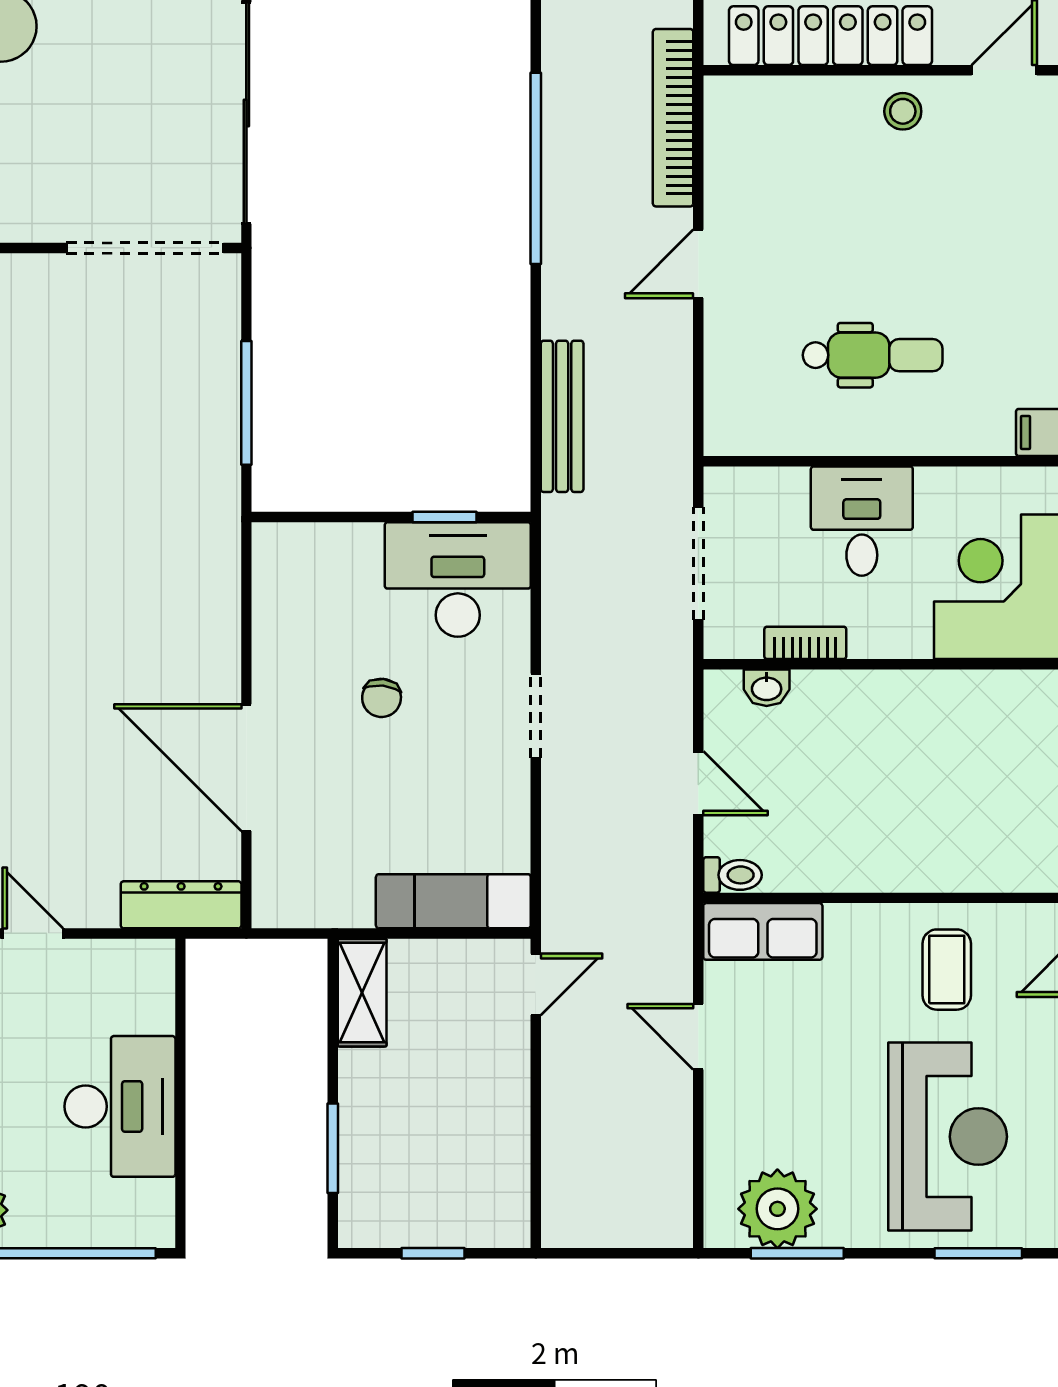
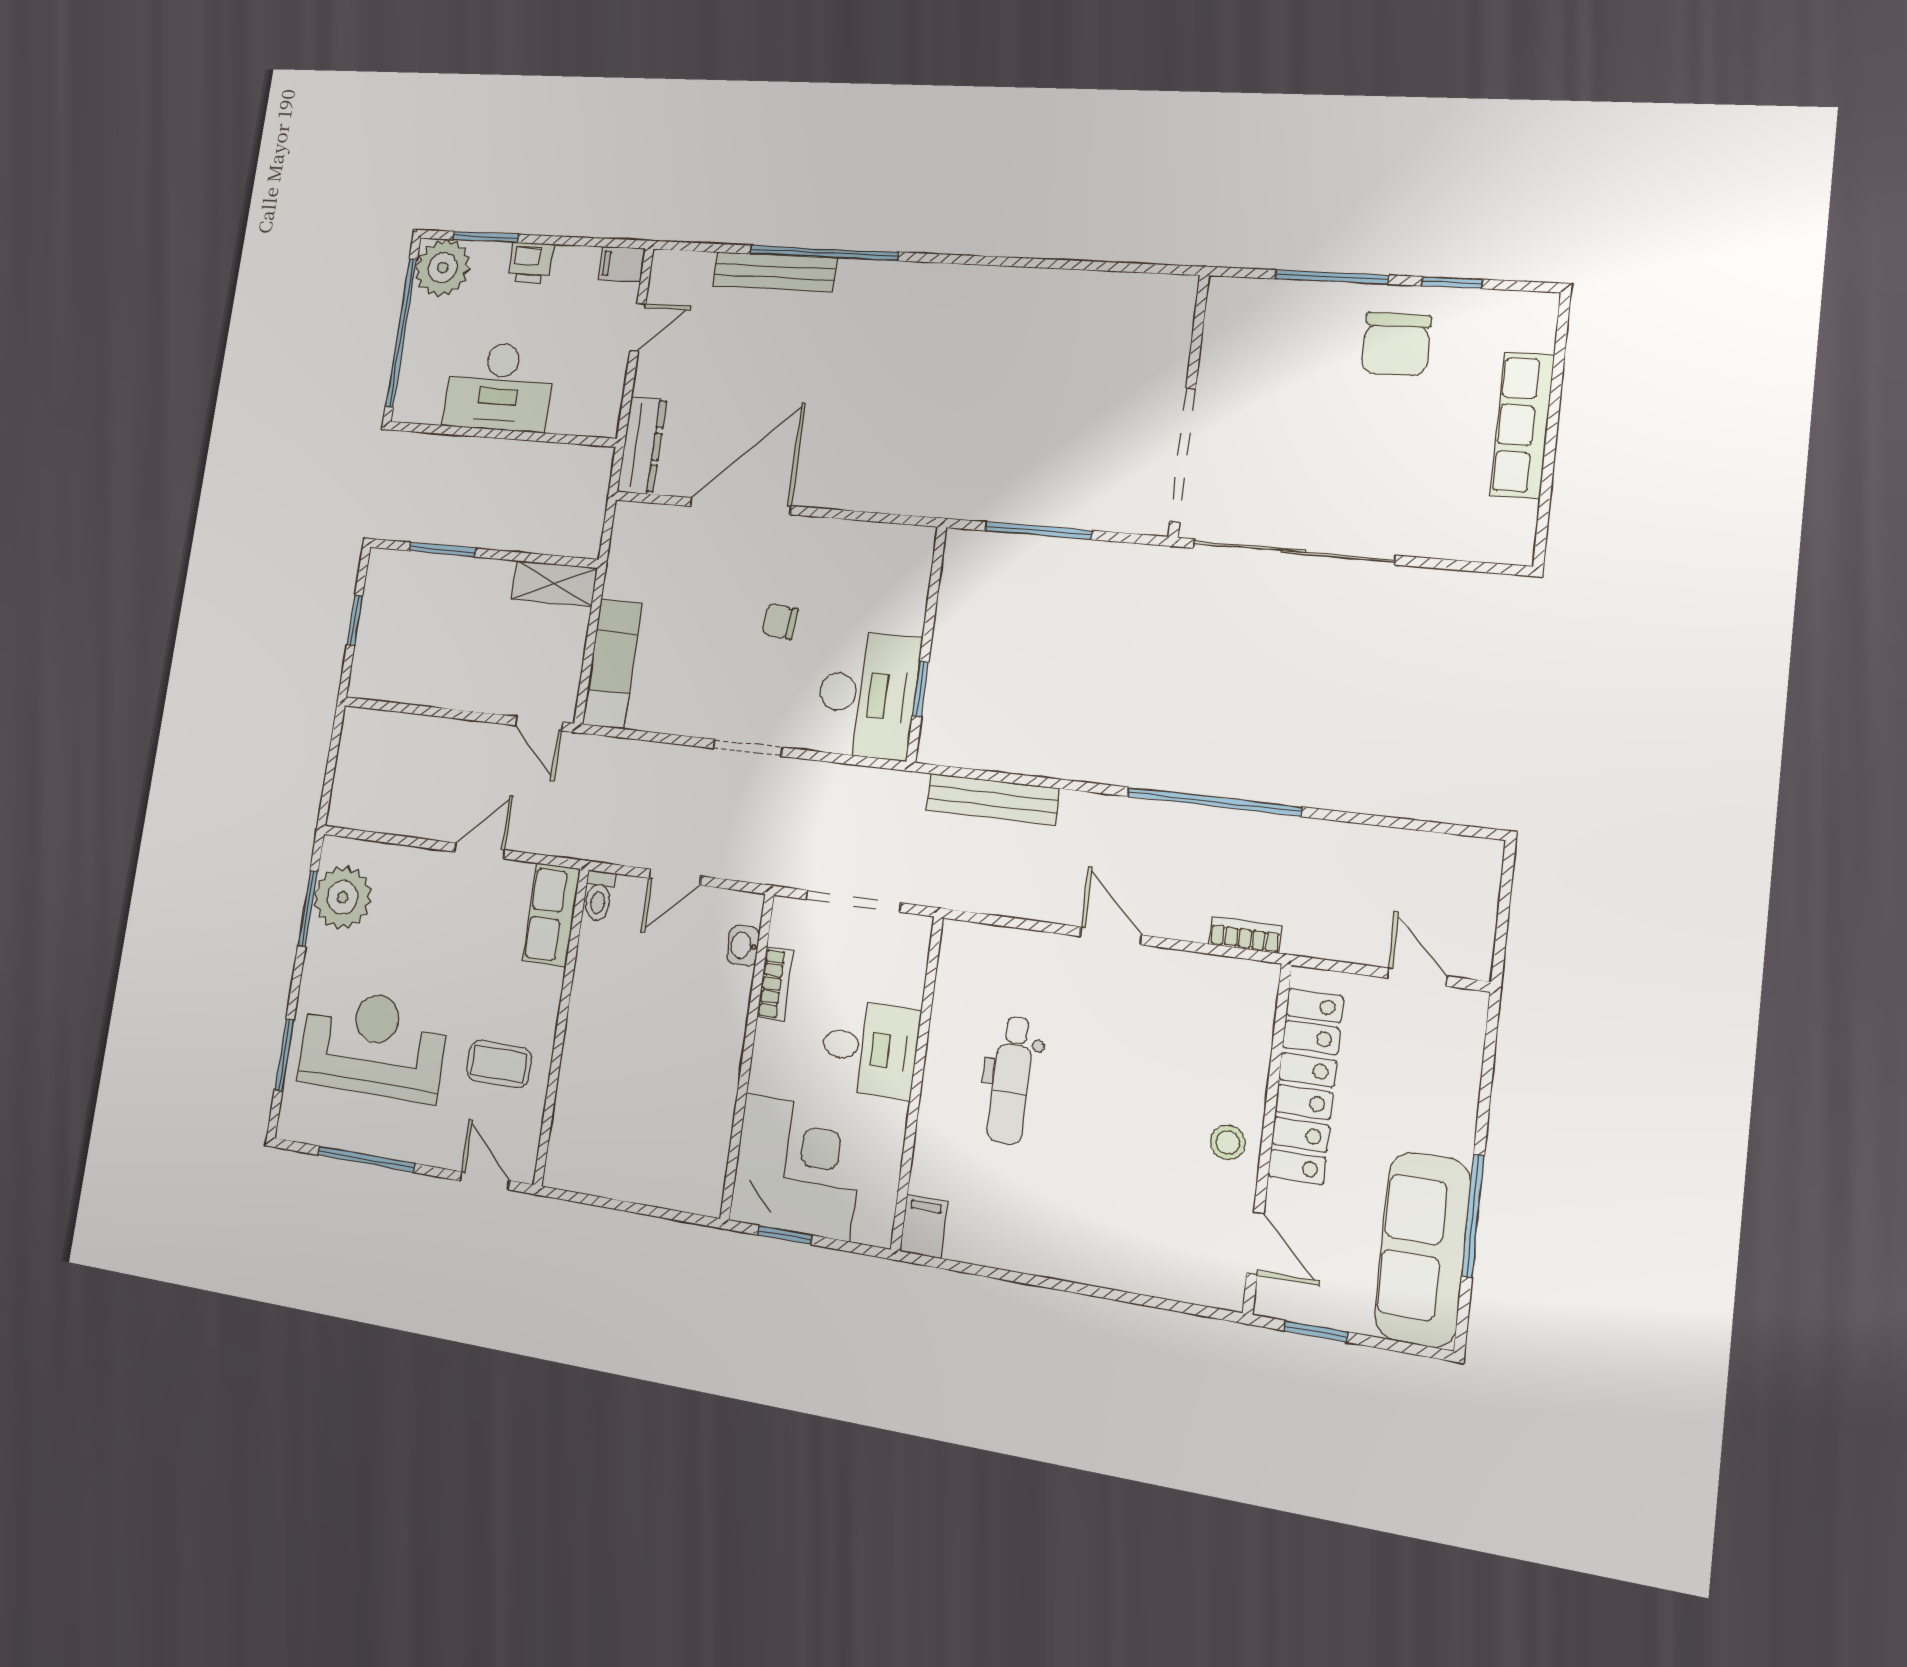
bookcase: (673, 118) -> (1245, 935), width x0.43, depth x0.76
reception desk: (948, 1137) -> (373, 1044), turned 180

